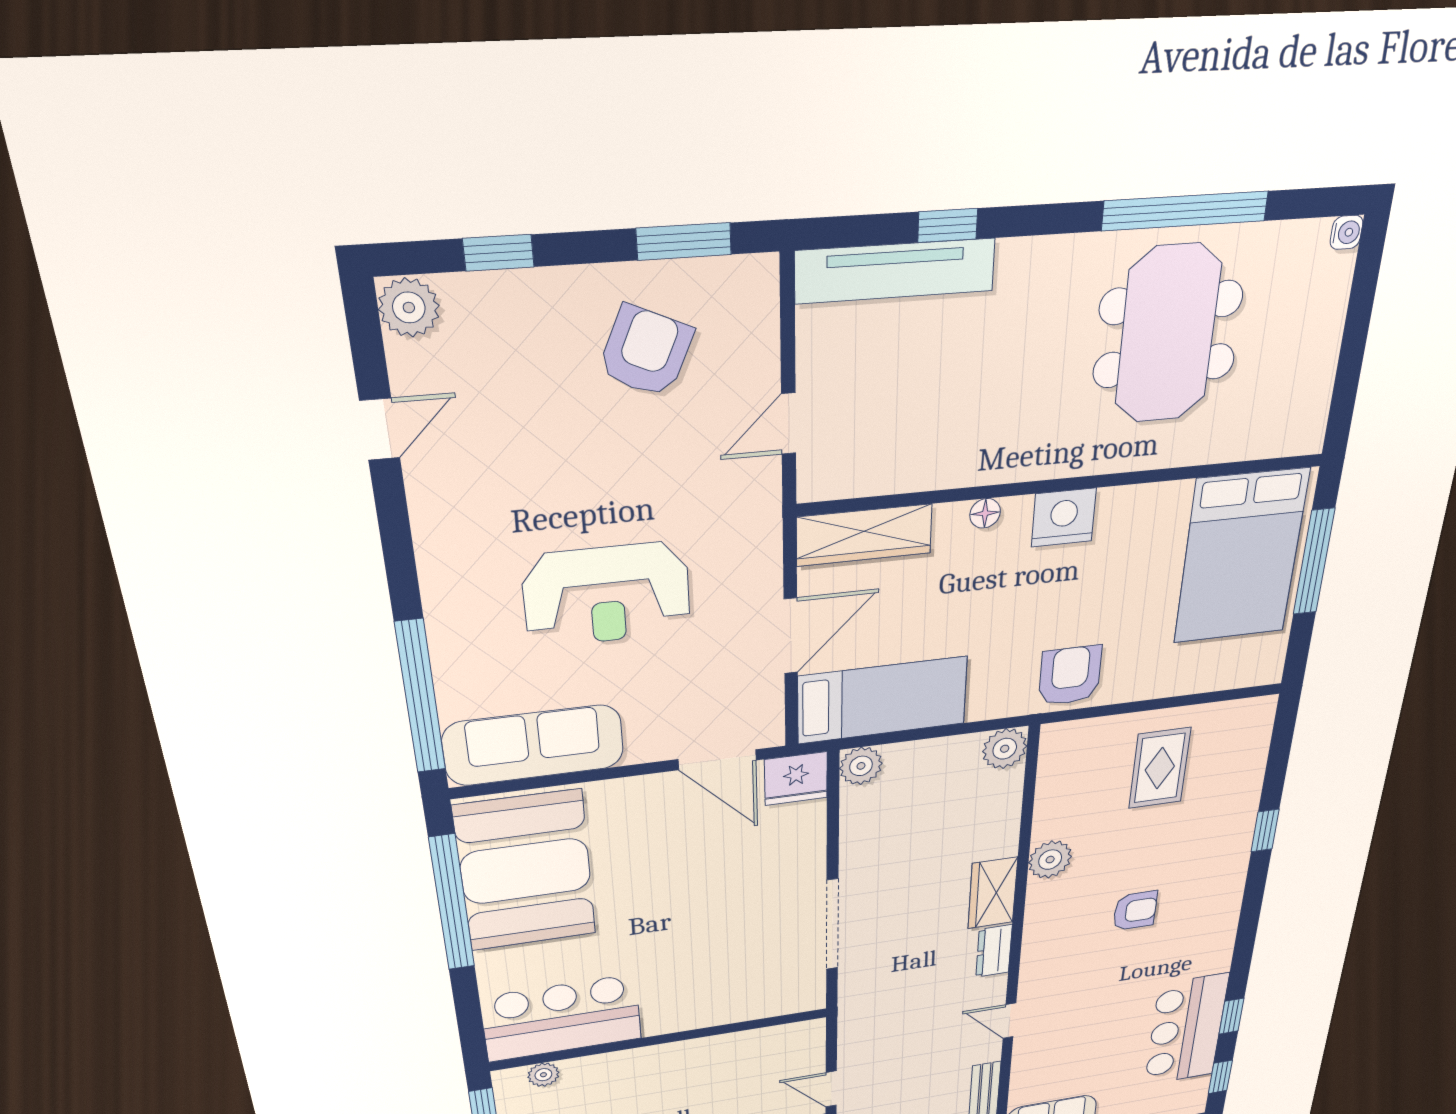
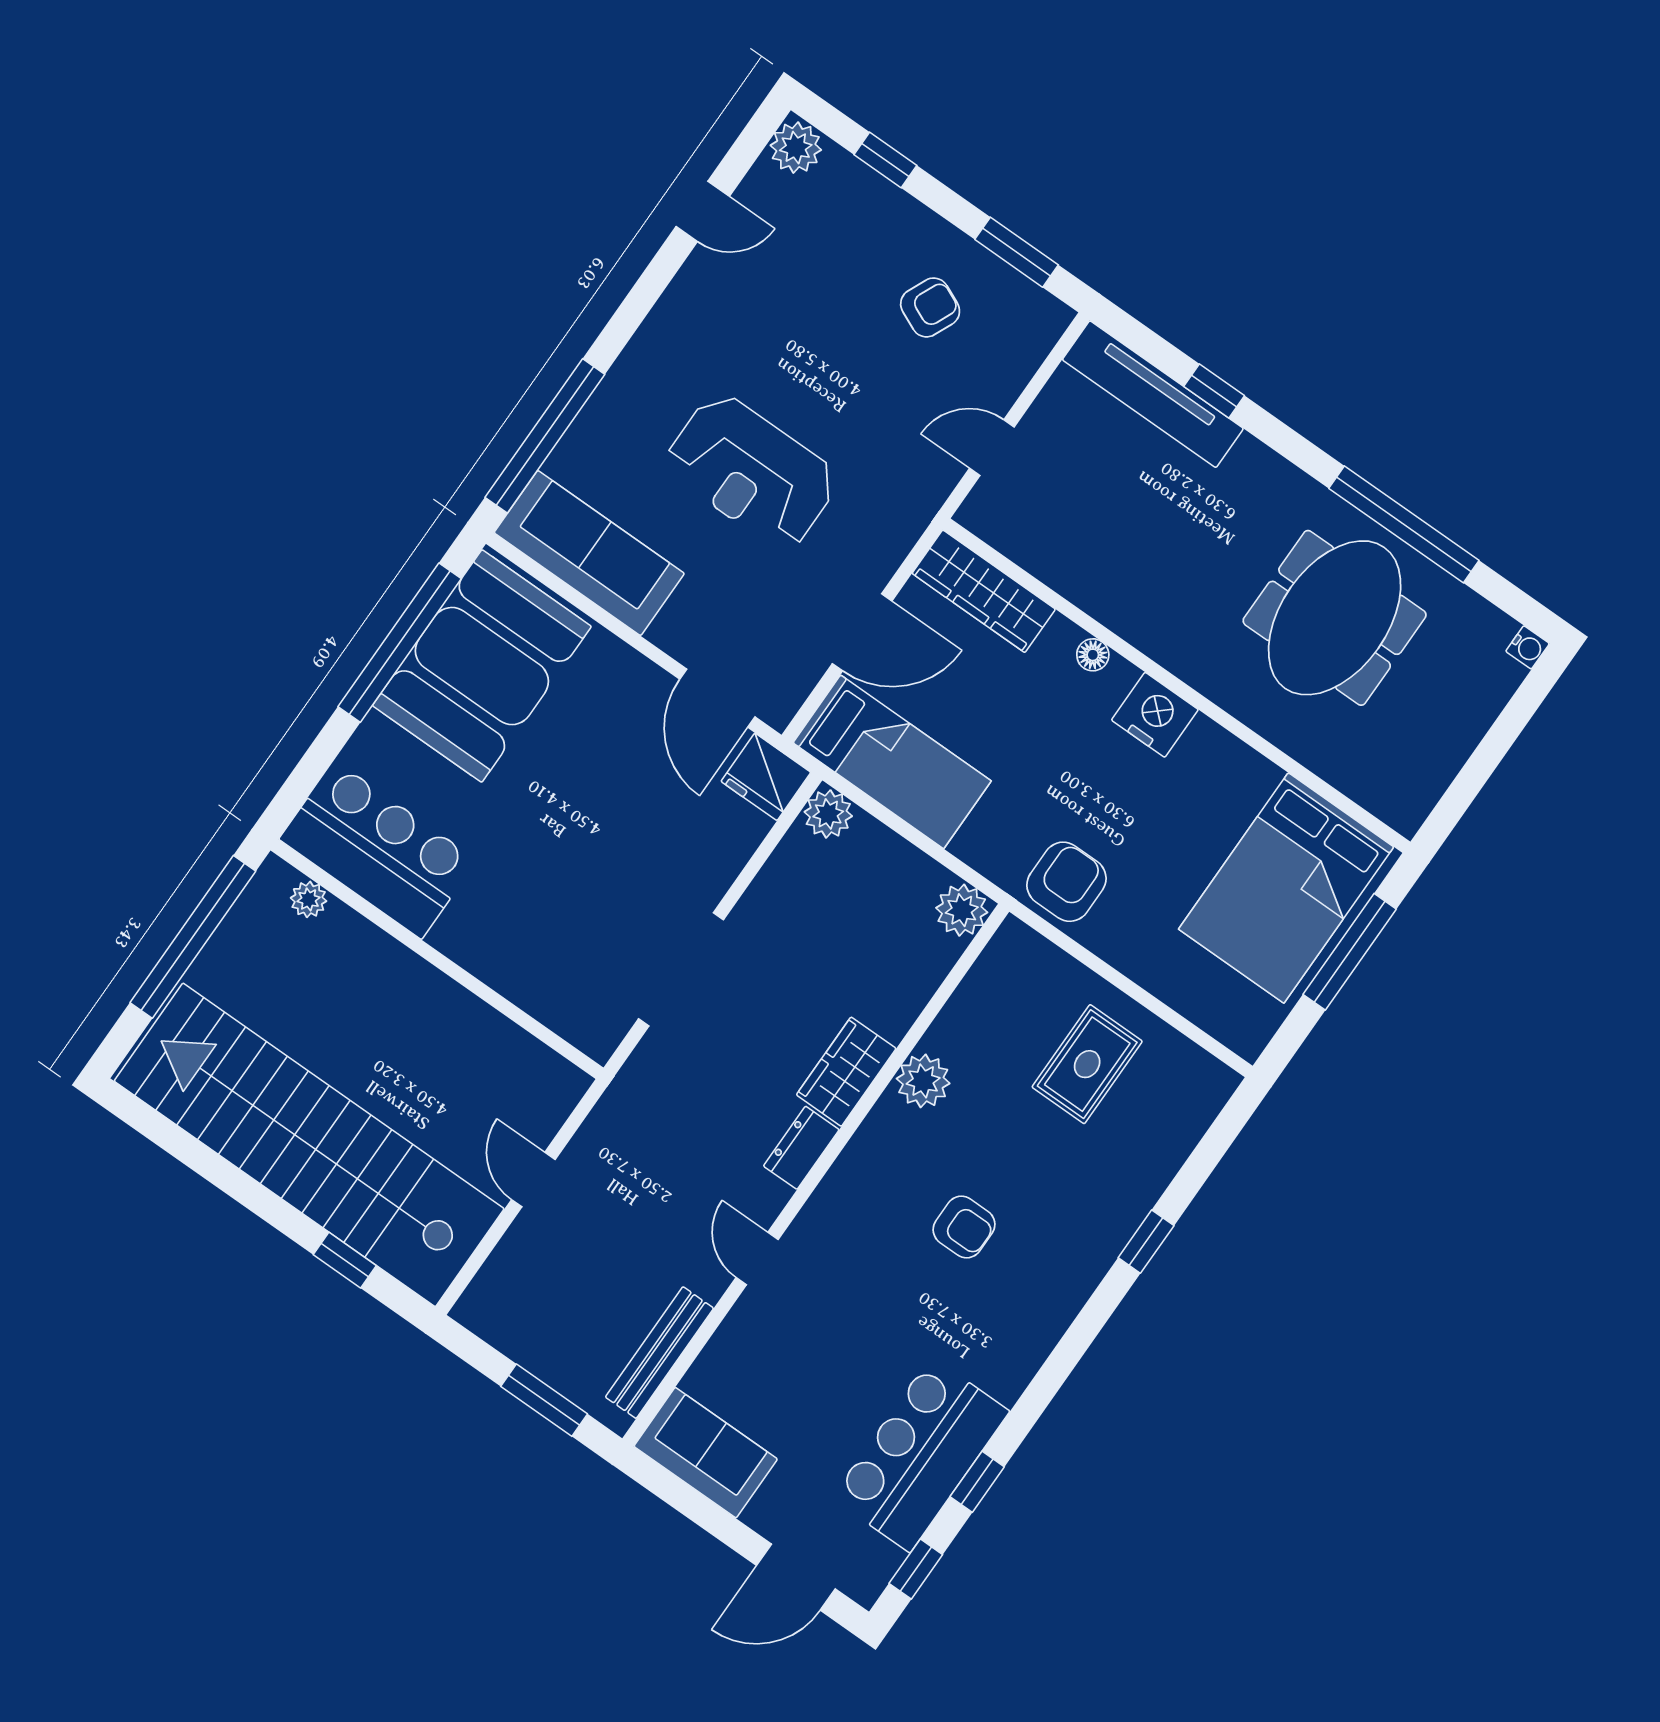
armchair: (646, 352) -> (930, 307), width x0.72, depth x0.72

